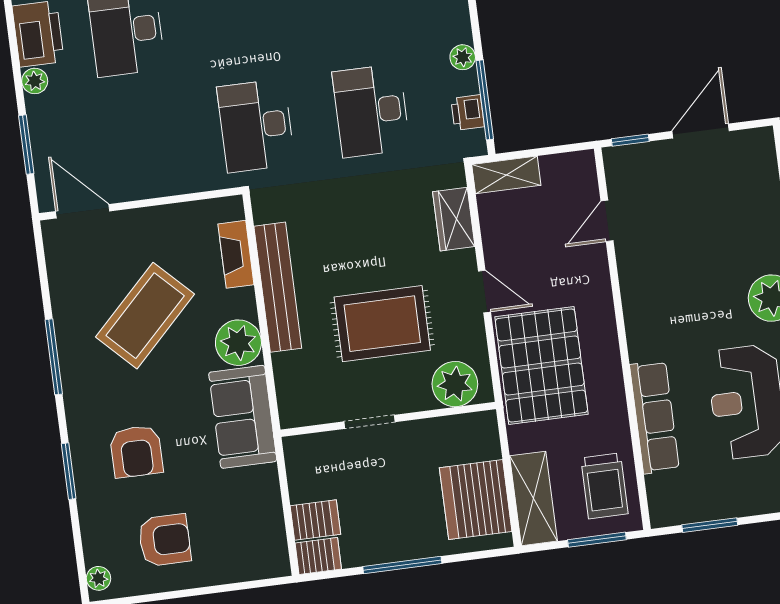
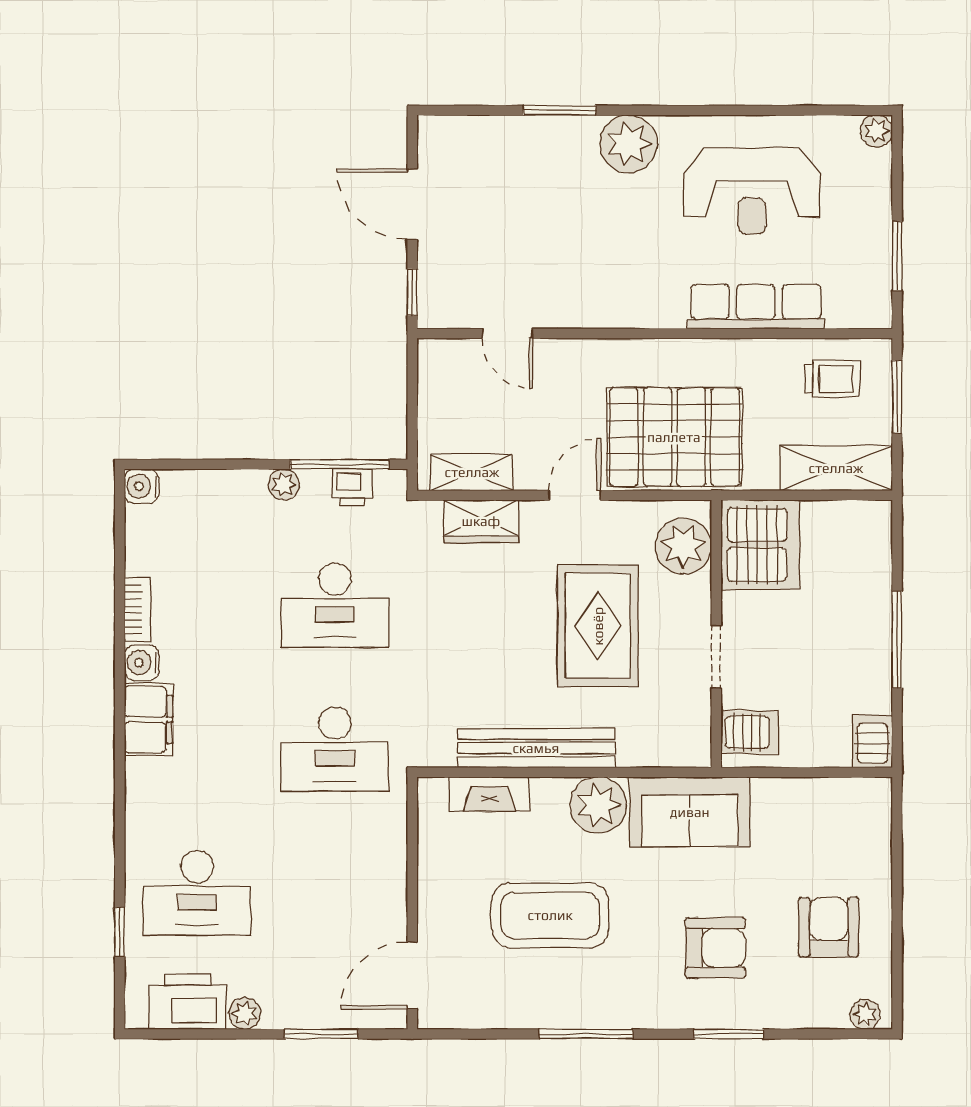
shelving: (506, 175) -> (472, 472), moved, turned 90
coffee table: (145, 316) -> (550, 915), turned -45
trolley: (604, 486) -> (832, 379), width x0.73, depth x0.72
server rack: (476, 500) -> (760, 545), moved, turned -90
server rack: (315, 520) -> (749, 732), moved, turned 90

